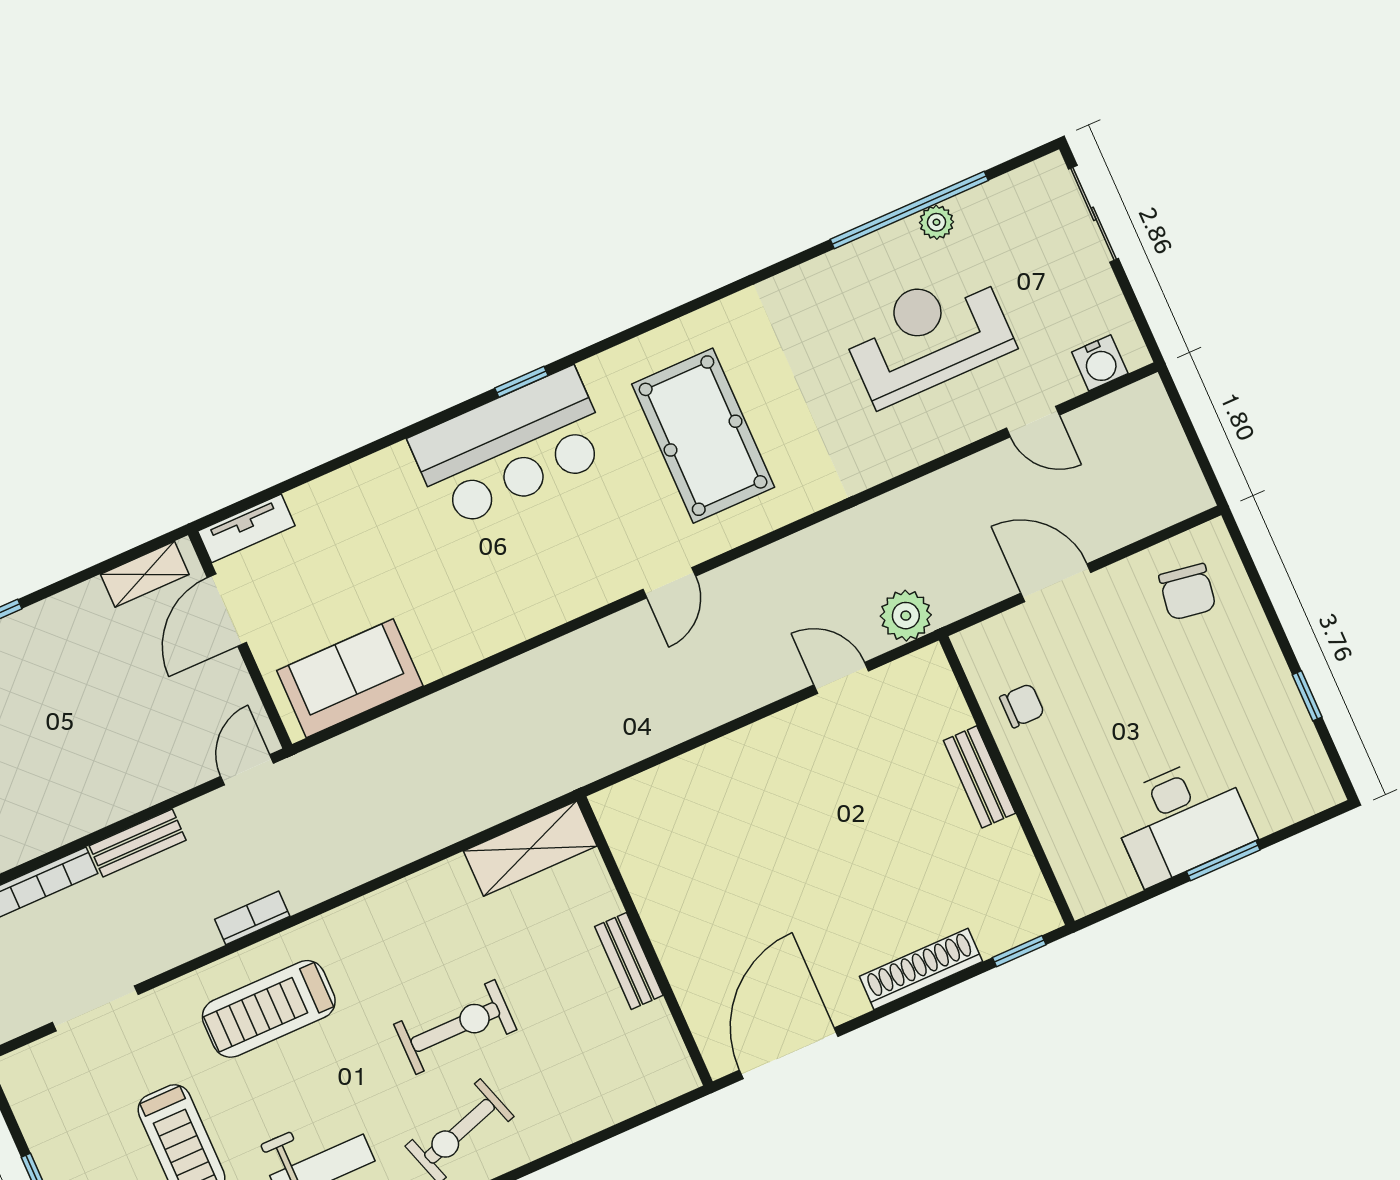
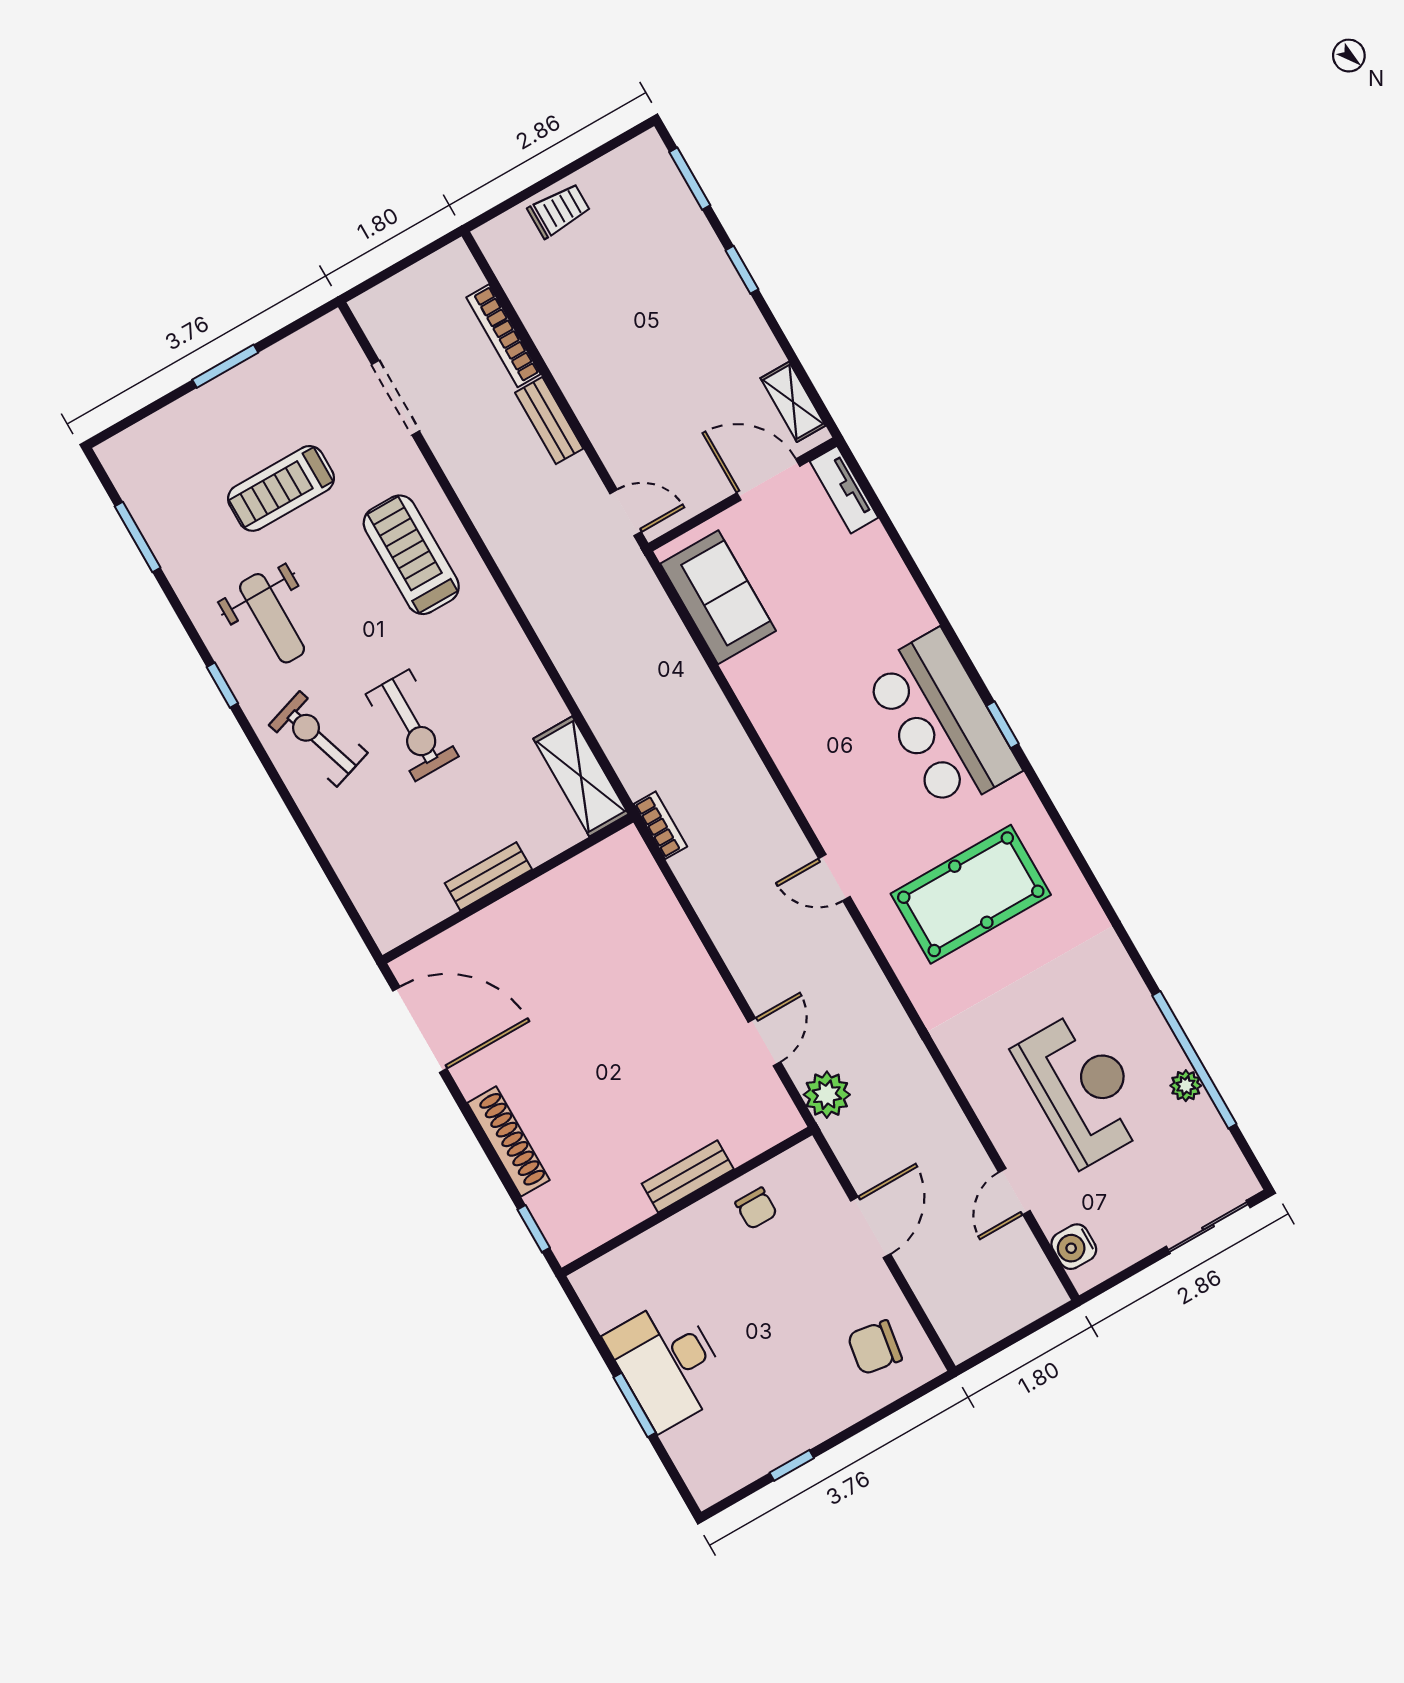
bookcase: (252, 918) -> (660, 825), moved

